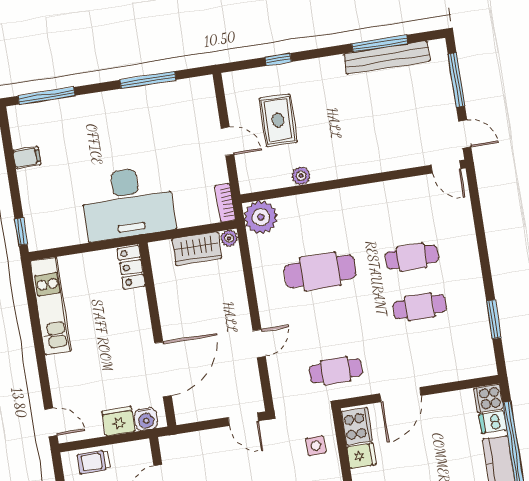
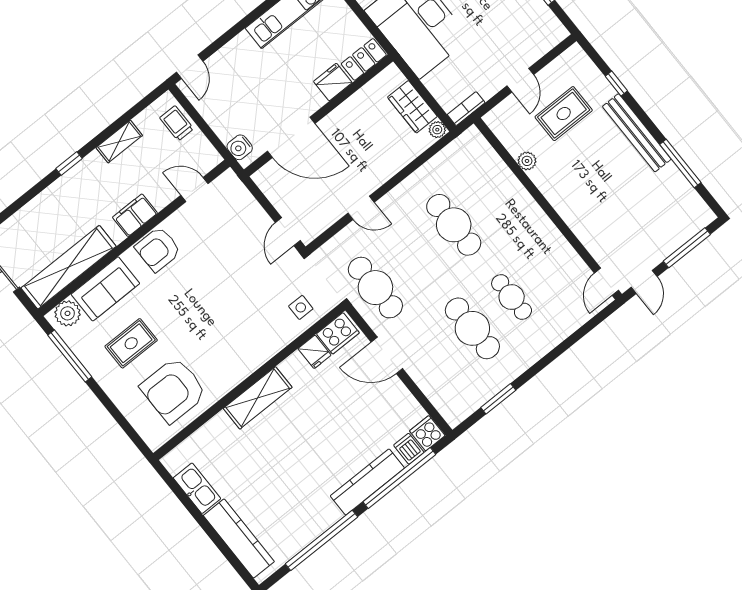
bench: (387, 58) -> (637, 133), moved
plant: (261, 217) -> (471, 147), removed
cafe table: (420, 307) -> (472, 328), width x1.37, depth x1.35
cafe table: (336, 371) -> (375, 288), width x1.37, depth x1.35
fridge: (119, 421) -> (333, 82), moved, turned -90

